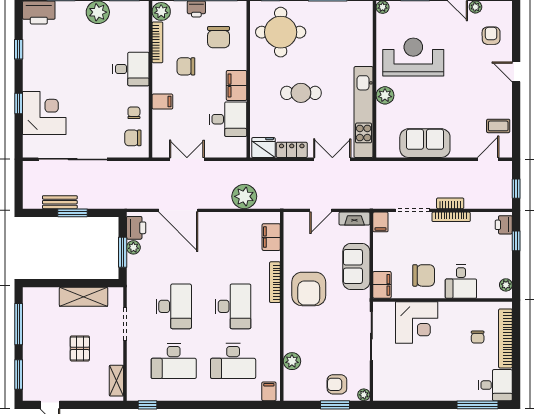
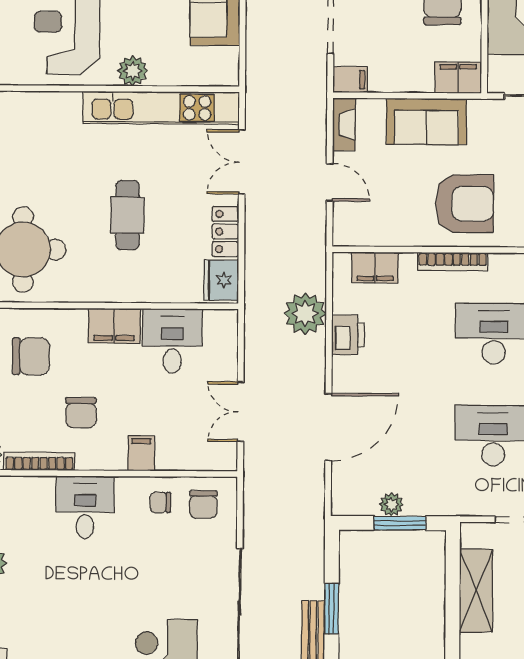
printer: (136, 228) -> (348, 335), moved, turned 90

